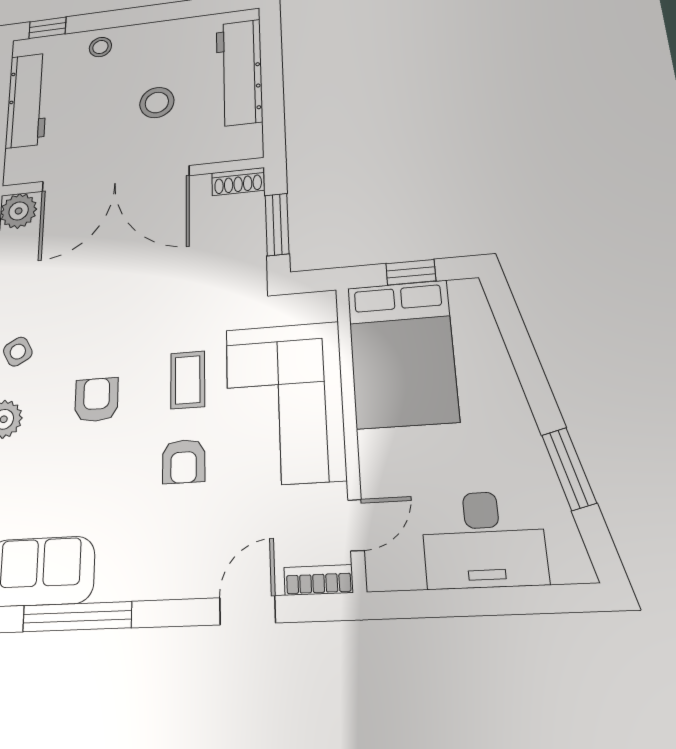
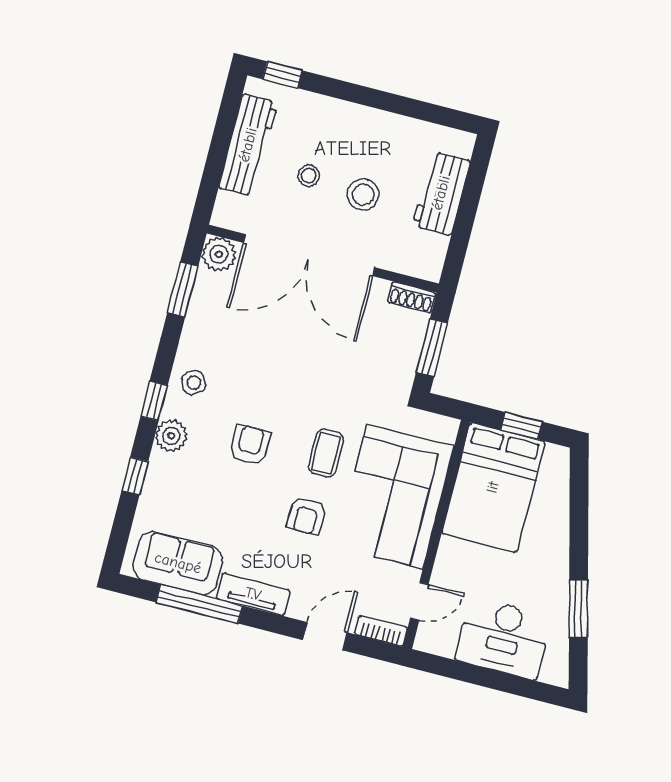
stool: (100, 47) -> (309, 176), moved
workbench: (239, 72) -> (441, 193), width x0.73
tv unit: (142, 583) -> (253, 594), added

